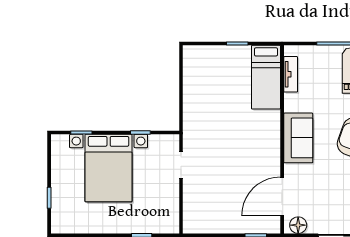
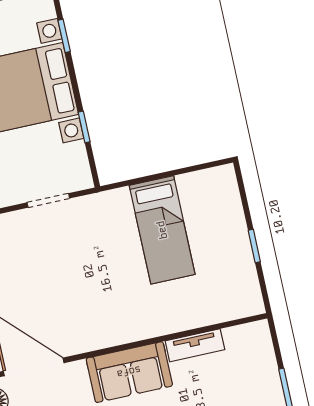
tv unit: (291, 74) -> (195, 345), moved
bed: (266, 77) -> (162, 230), moved, turned -90

